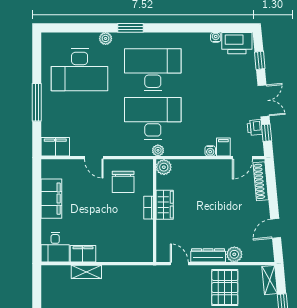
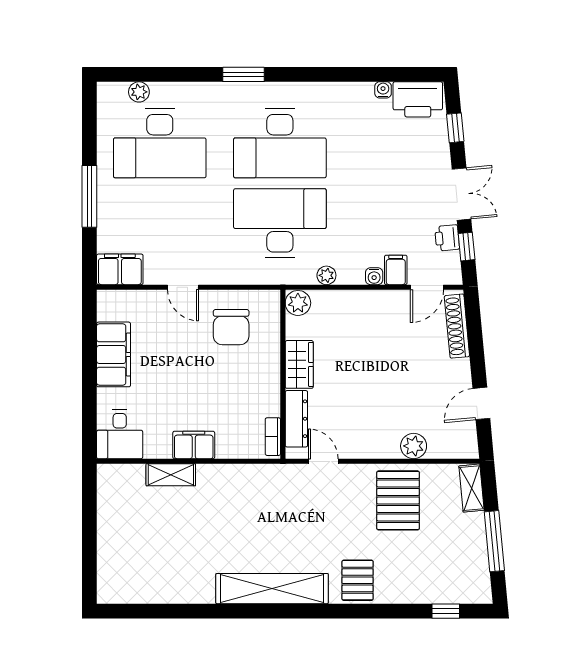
plant: (106, 38) -> (139, 92), moved
desk: (153, 70) -> (280, 143), turned 180
plant: (158, 150) -> (326, 275), moved
bookcase: (149, 208) -> (273, 437), moved
filing cabinet: (83, 254) -> (194, 445), moved
dresser: (208, 255) -> (296, 419), moved, turned 90

